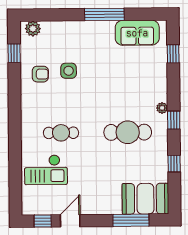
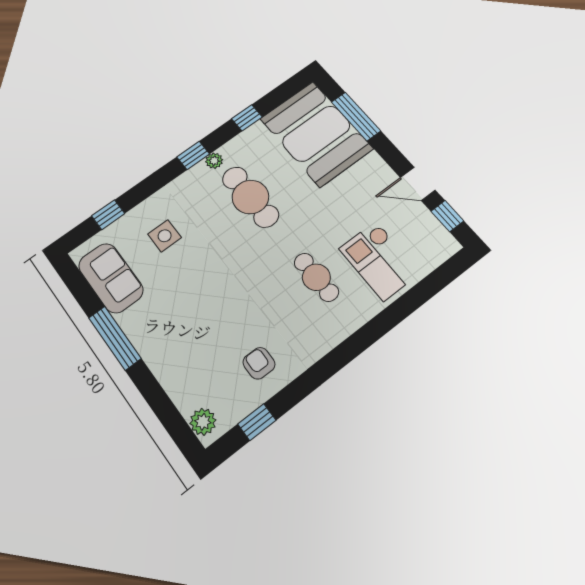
side table: (69, 71) -> (165, 236), moved
plant: (162, 108) -> (214, 161), moved
checkout: (46, 170) -> (380, 260), turned 180
booth: (145, 199) -> (316, 134), width x1.36, depth x1.42

